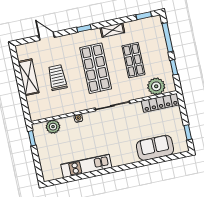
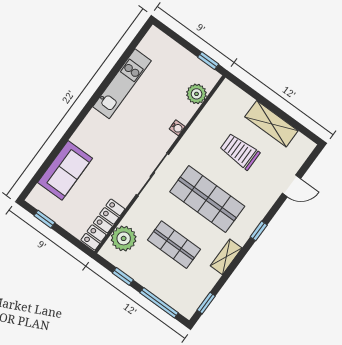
trolley: (57, 78) -> (240, 151), turned 180

